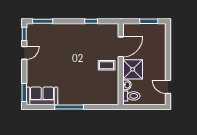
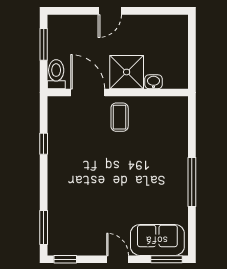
door: (24, 53) -> (118, 259), moved
door: (168, 87) -> (110, 11), moved
sofa: (42, 96) -> (157, 240), moved, turned 90
toilet: (131, 96) -> (56, 74), moved

